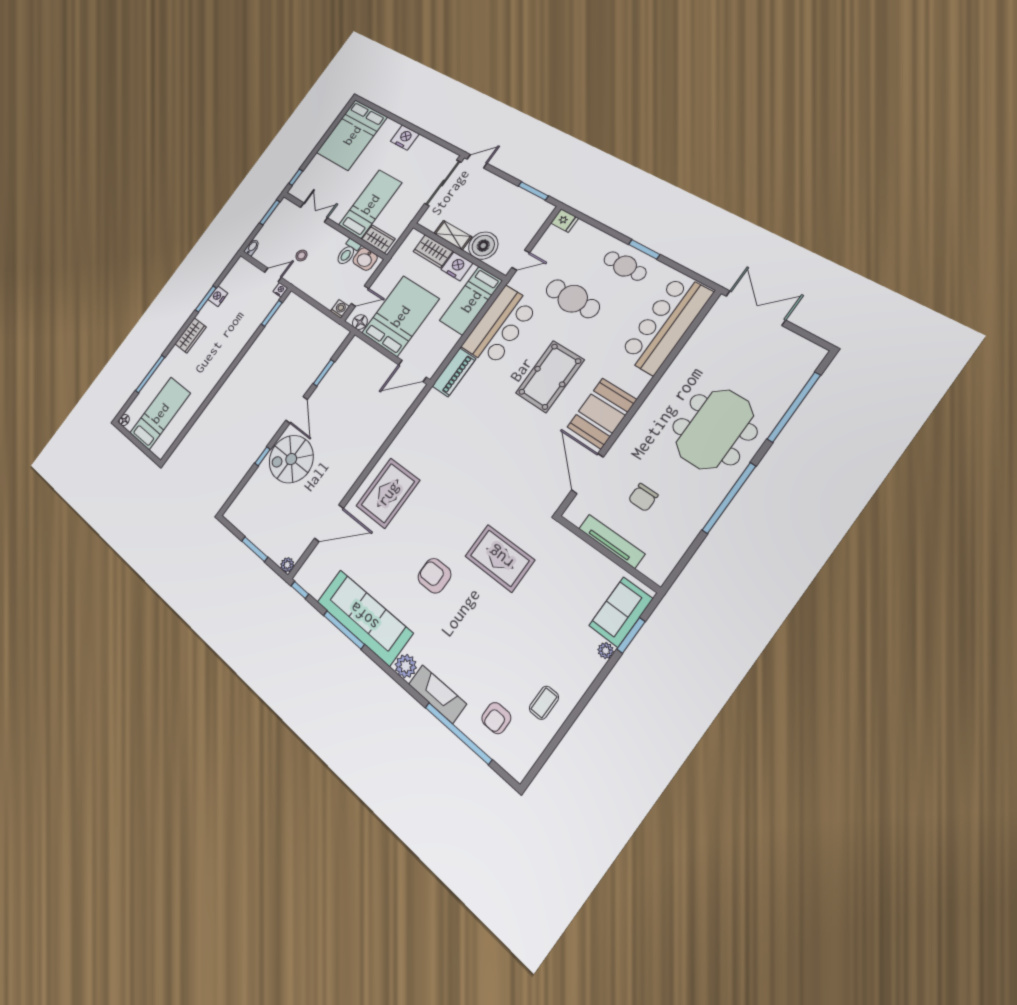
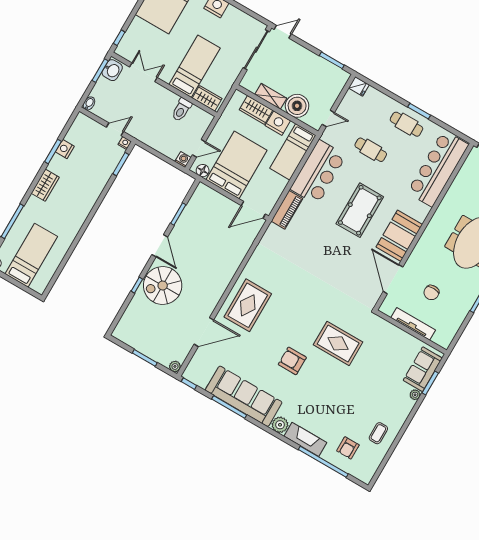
stool: (301, 255) -> (139, 112), removed
washbasin: (365, 259) -> (112, 70), moved, turned -90
cafe table: (573, 299) -> (371, 150), width x0.73, depth x0.74

